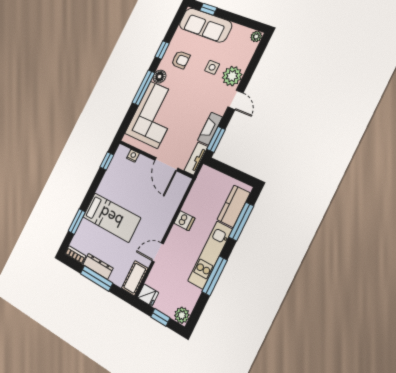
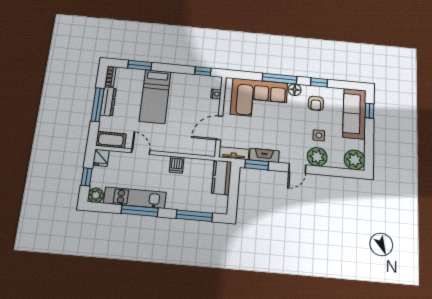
plant: (256, 36) -> (355, 160), width x1.88, depth x1.88
kitchen counter: (234, 206) -> (222, 177), moved, turned -90
kitchen unit: (210, 255) -> (135, 198), moved

